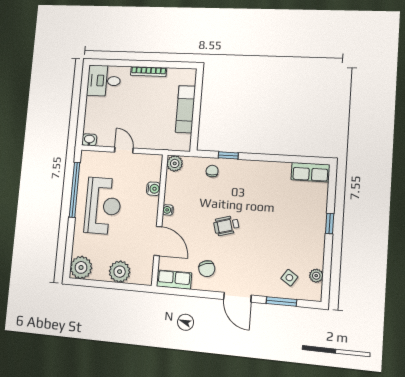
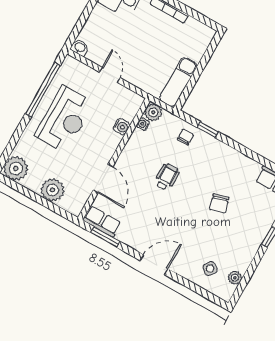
exam couch: (185, 109) -> (178, 82), moved
water cooler: (168, 210) -> (143, 124), moved
wheelchair: (226, 226) -> (167, 177), moved, turned 106
chair: (207, 269) -> (219, 203), moved
door: (237, 297) -> (154, 265), swing flipped
window: (281, 301) -> (105, 237), moved

